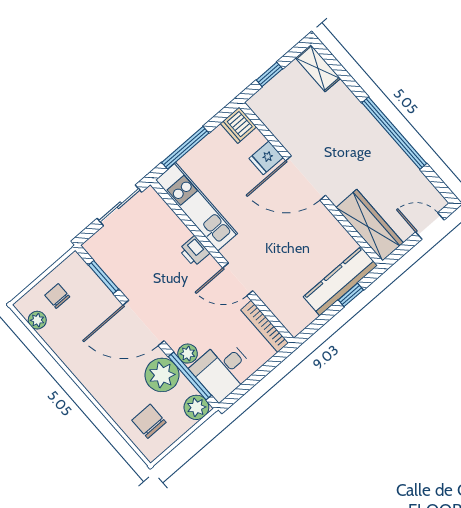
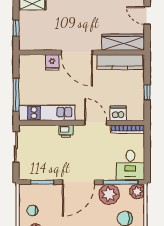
dishwasher: (238, 125) -> (118, 113), moved, turned 180
door: (306, 178) -> (77, 52), hinge flipped
door: (430, 226) -> (147, 15), hinge flipped
door: (238, 279) -> (96, 123), swing flipped
kitchen counter: (340, 281) -> (120, 62), moved, turned -90
window: (351, 295) -> (147, 92), moved
plant: (188, 354) -> (109, 174), removed

